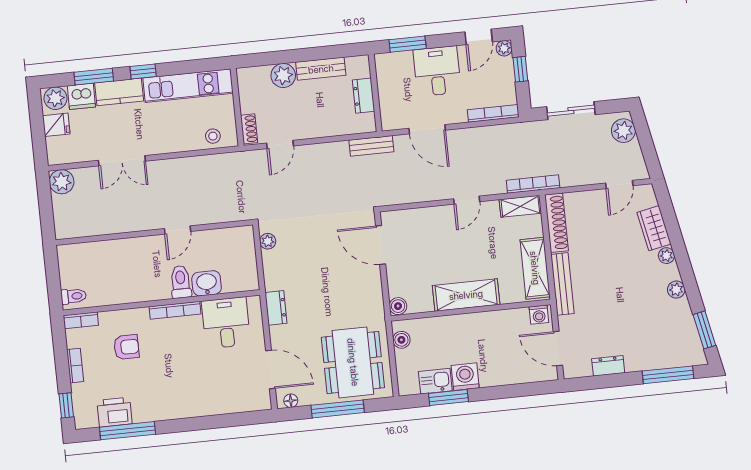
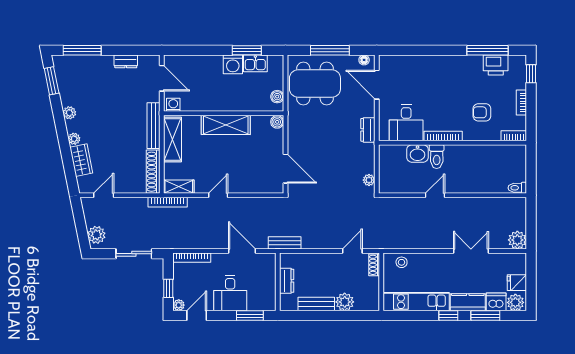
toilet: (74, 296) -> (517, 188), moved
dining table: (353, 362) -> (315, 84), turned 90

